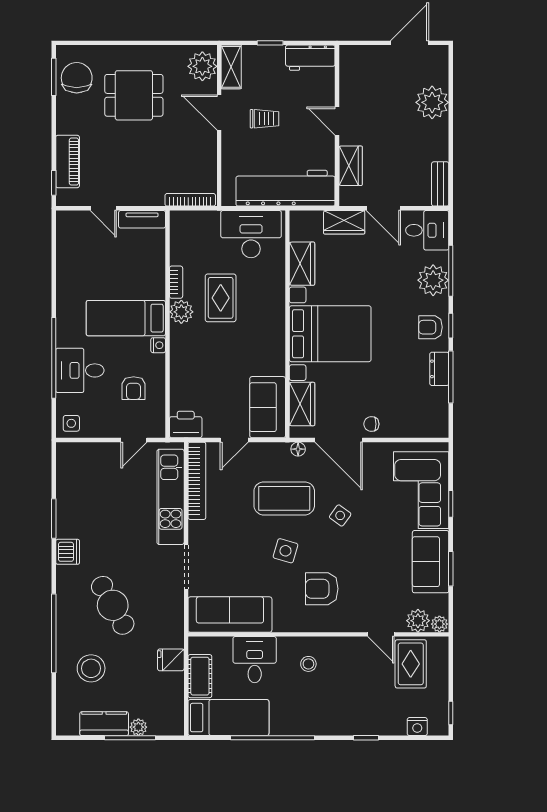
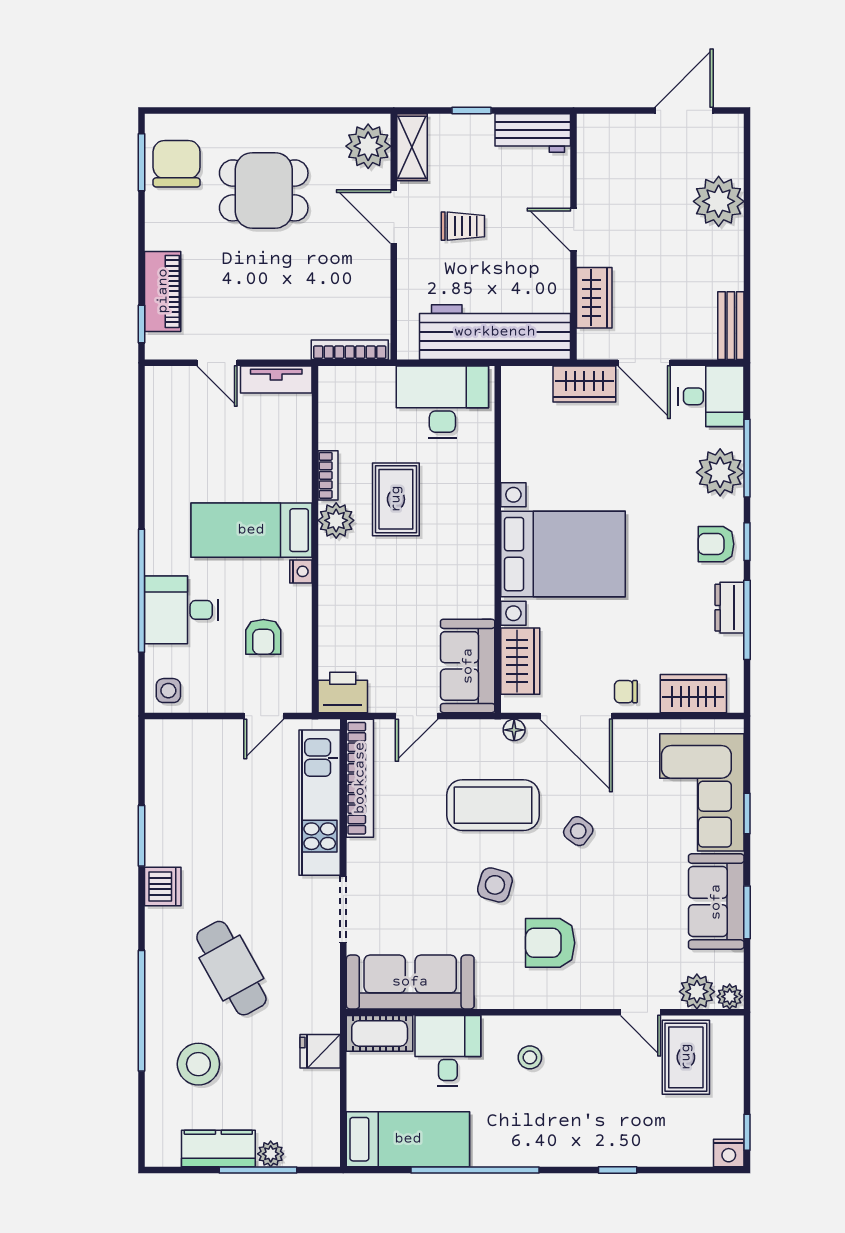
wardrobe: (302, 264) -> (693, 694), moved, turned -90
cot: (200, 676) -> (380, 1033), moved, turned 90
nightstand: (417, 727) -> (729, 1153), moved

